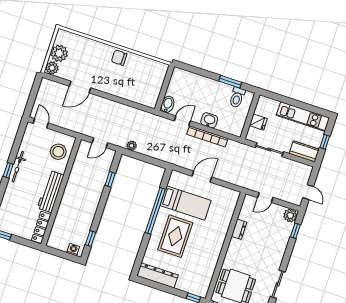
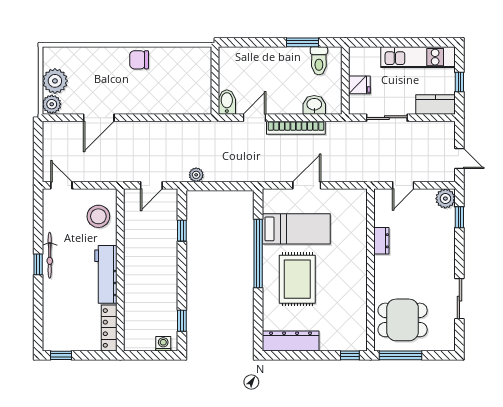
washbasin: (209, 120) -> (314, 105), moved

